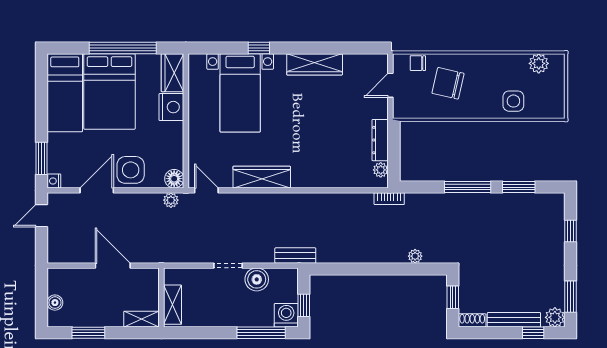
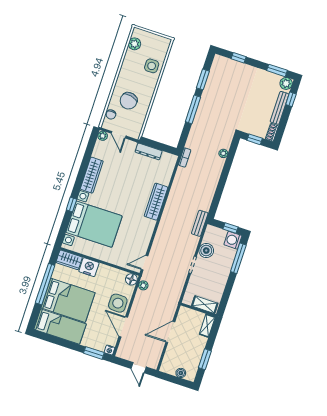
bed with nightstands: (240, 93) -> (94, 224), width x1.36
plant: (381, 170) -> (103, 136), moved
wardrobe: (262, 177) -> (156, 202), moved
door: (42, 216) -> (139, 368), moved

